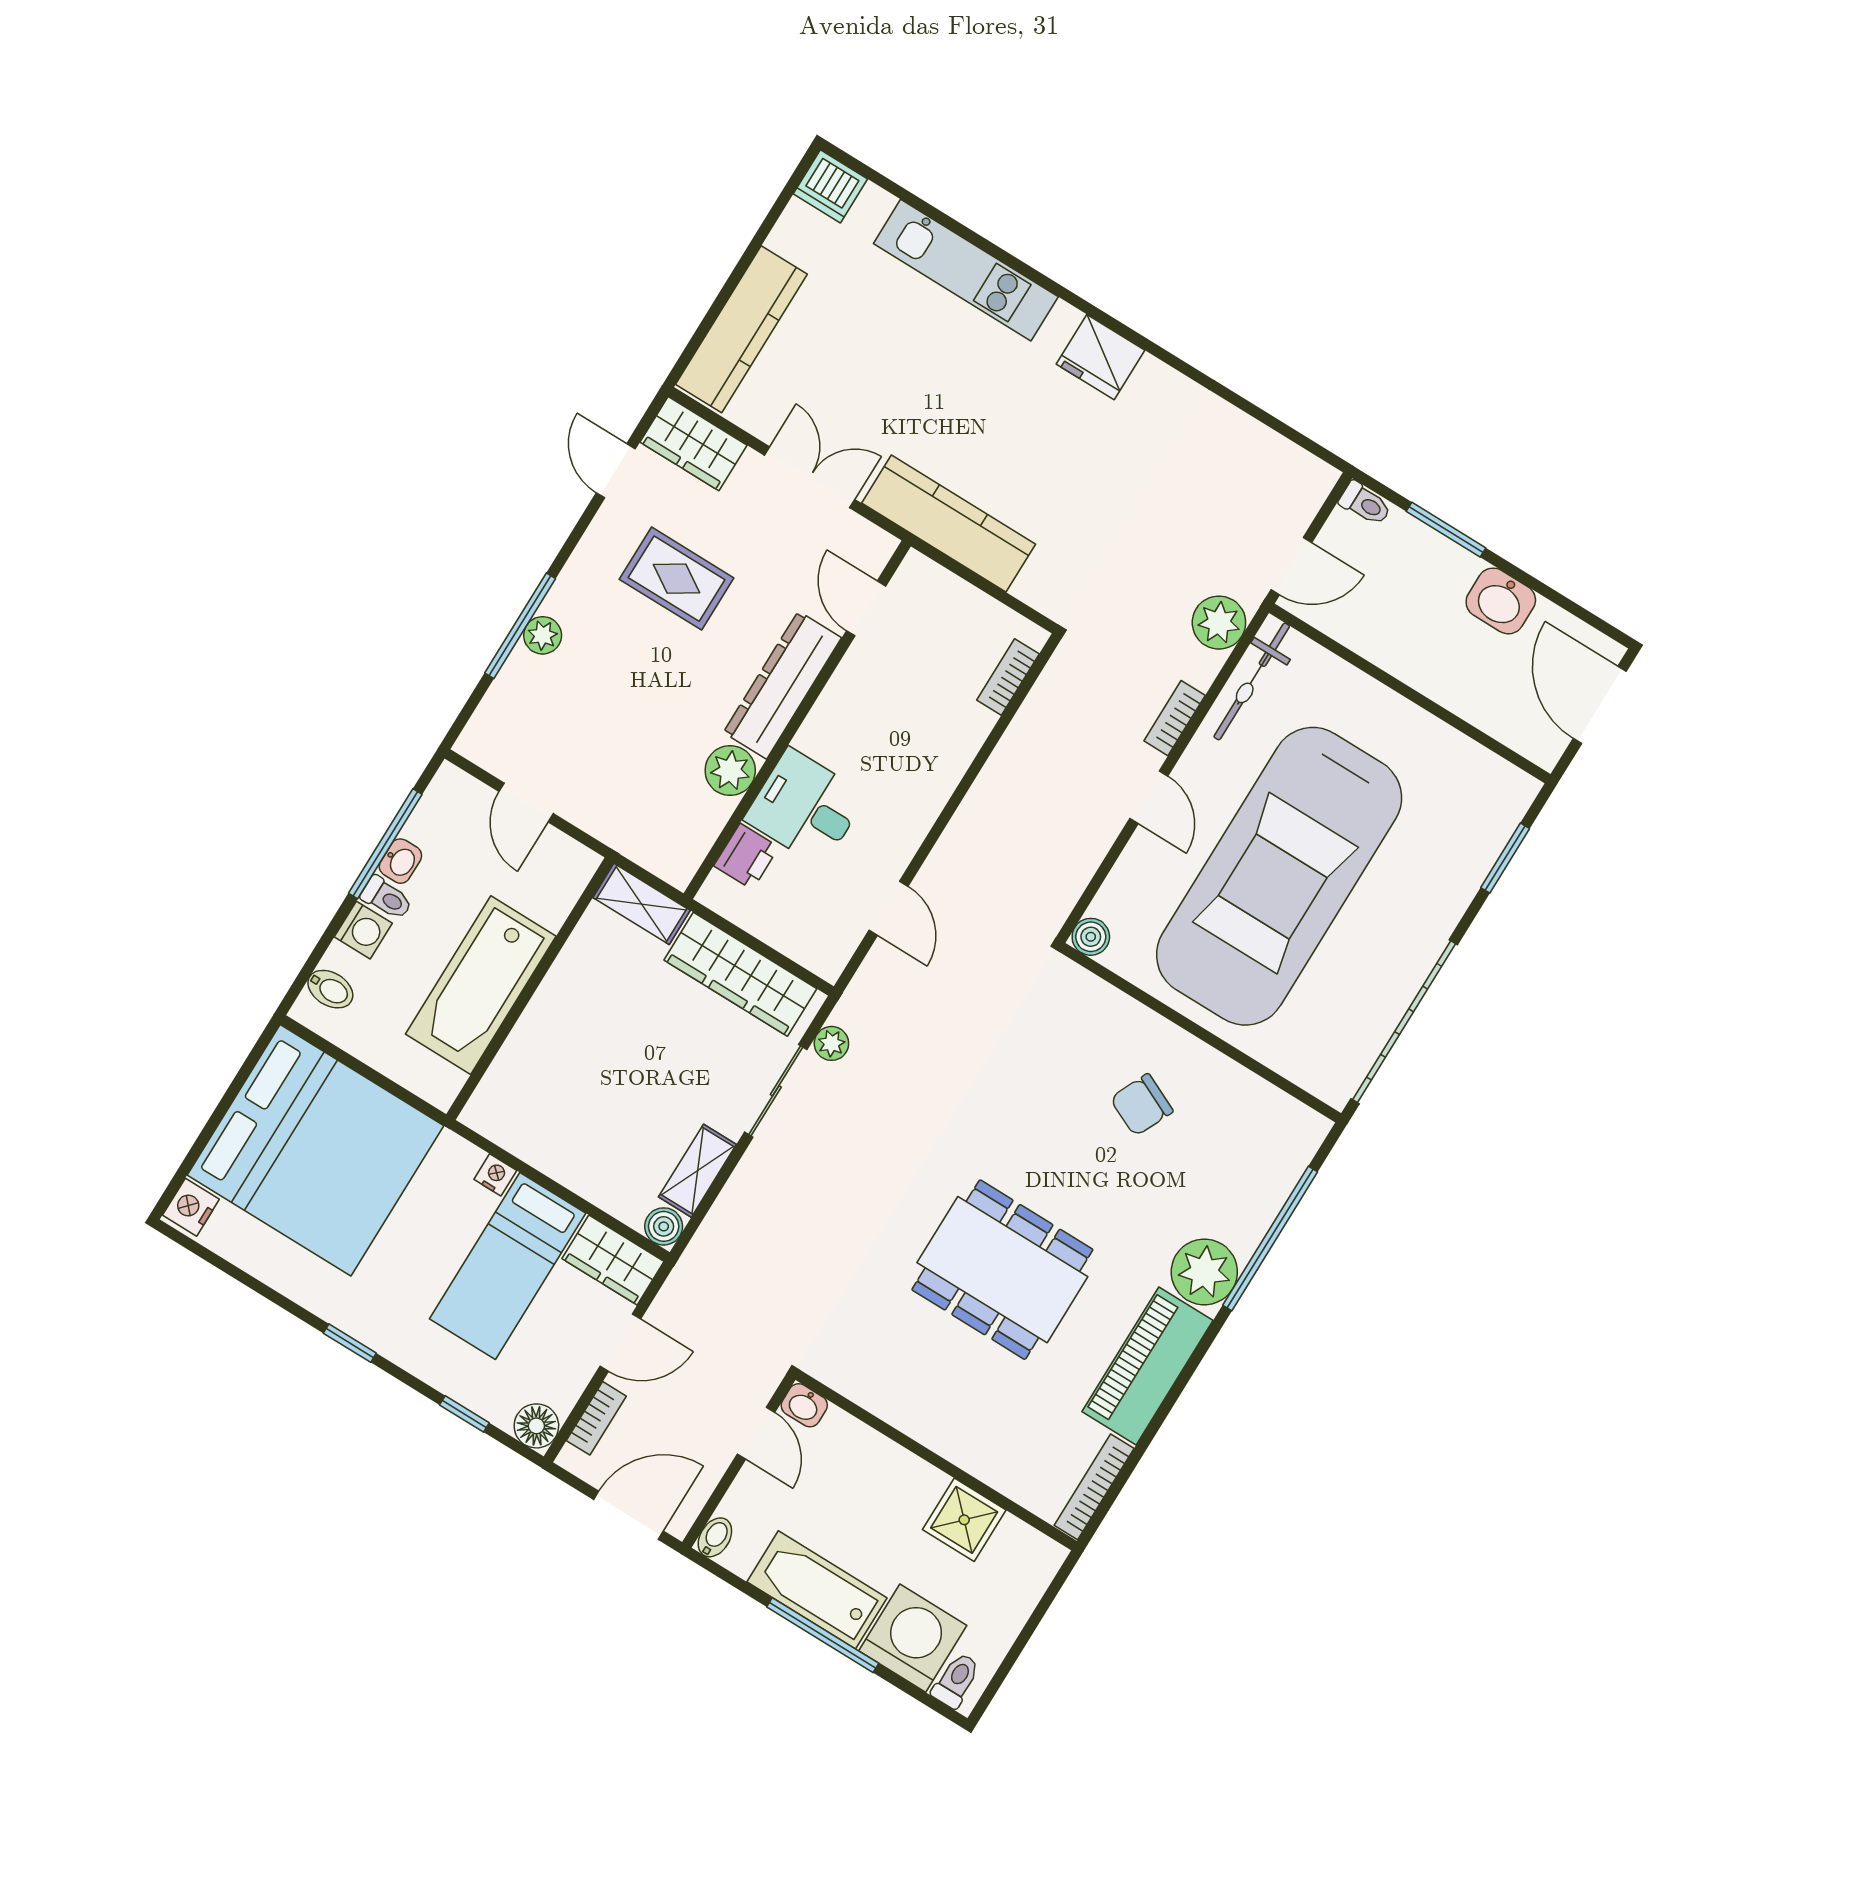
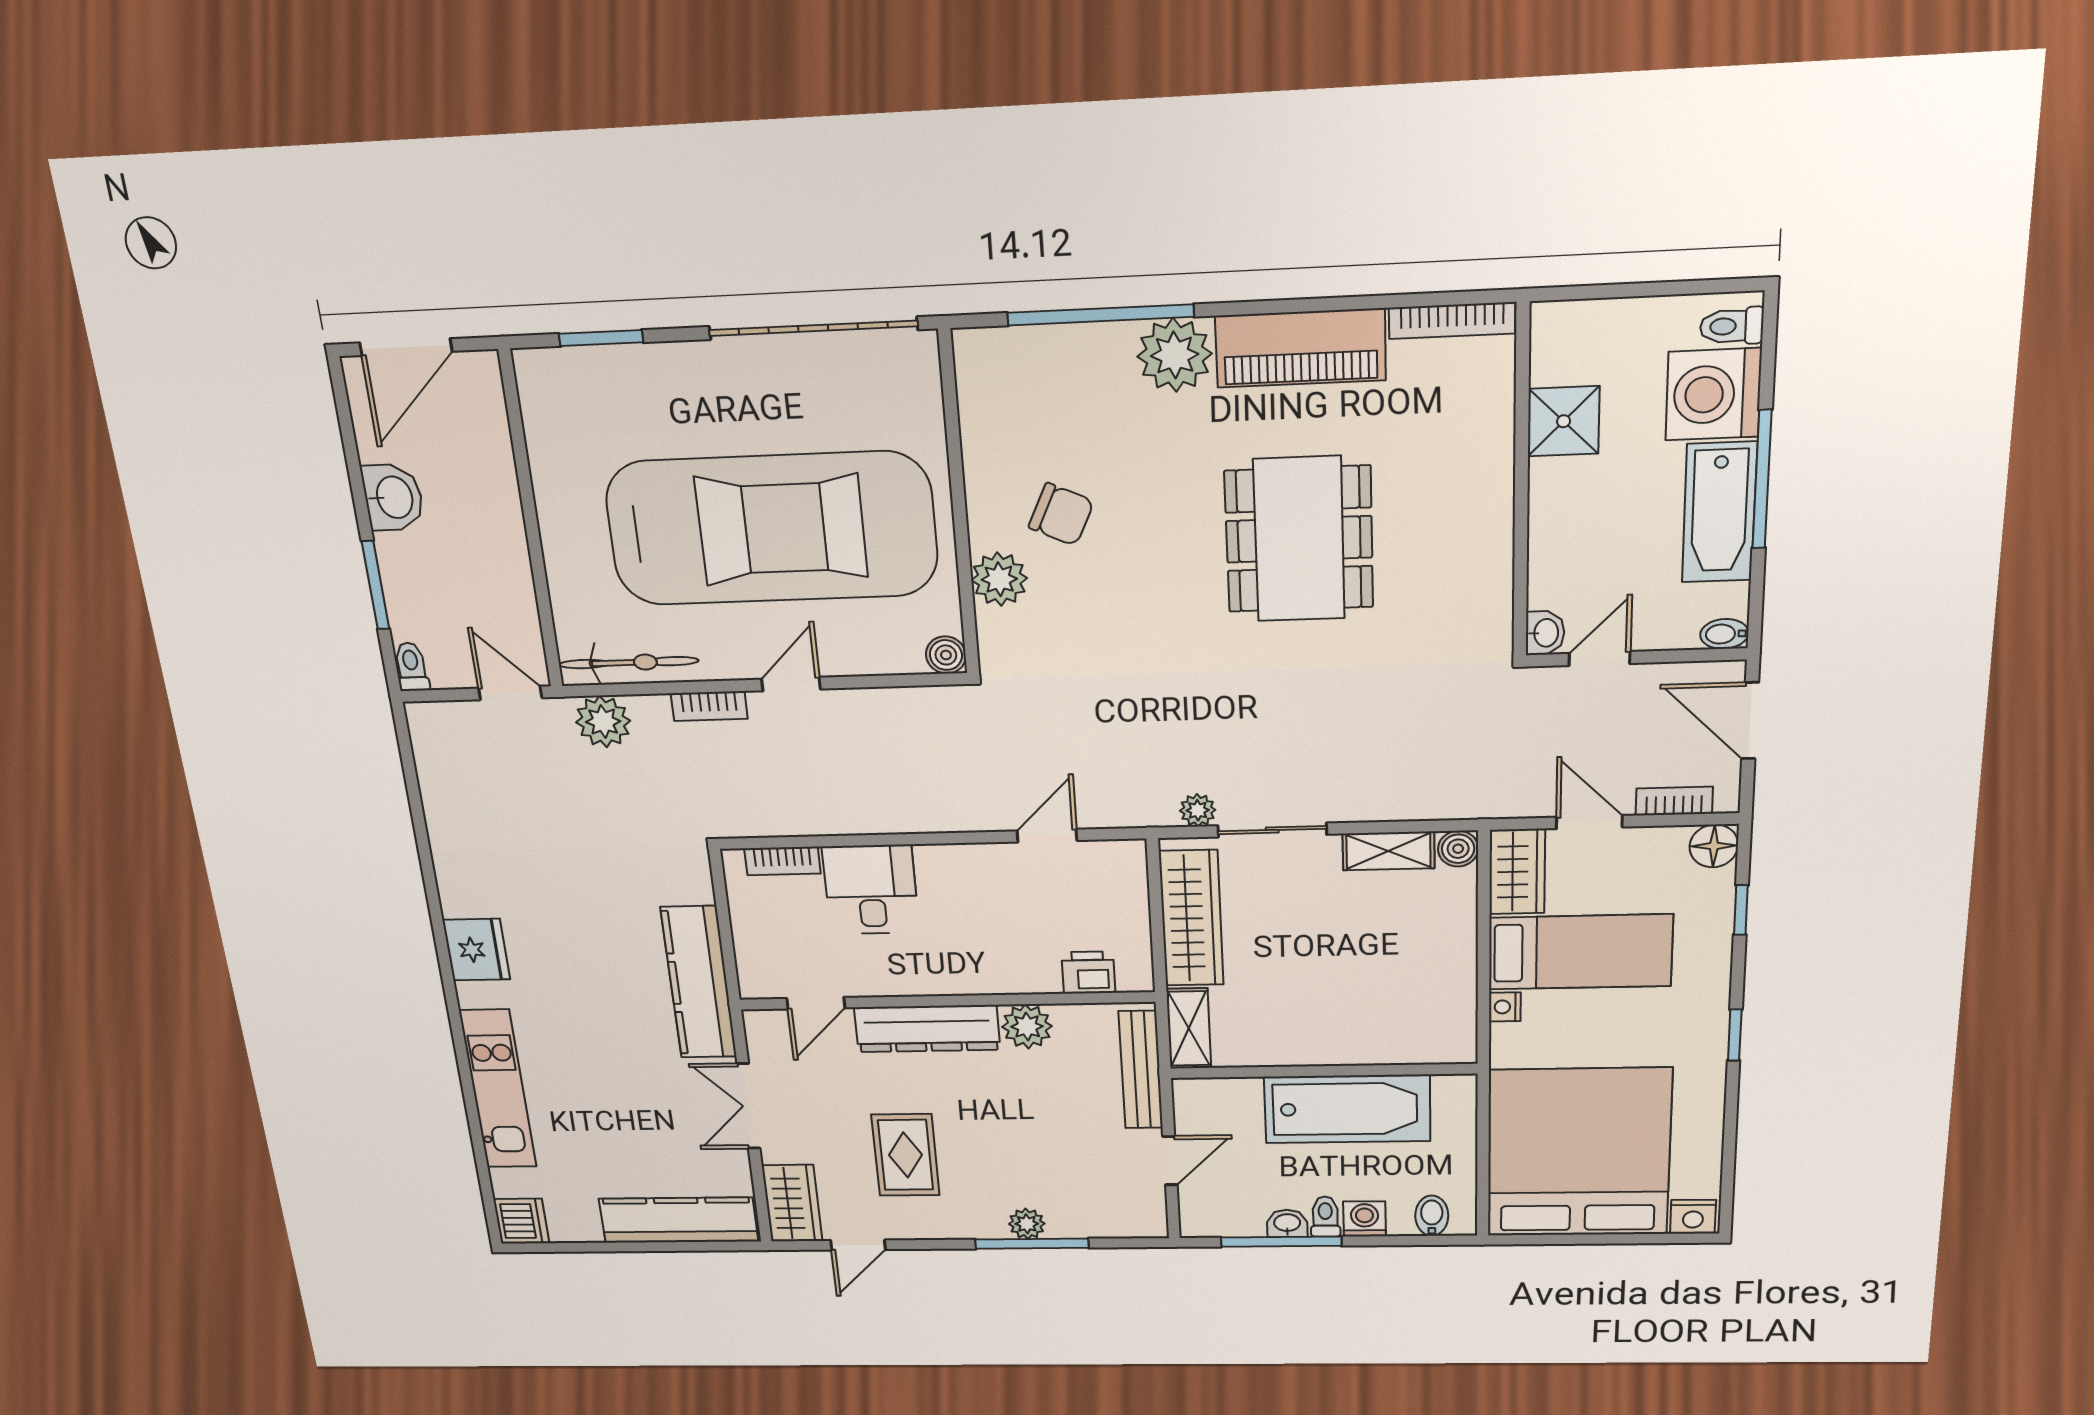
desk: (805, 807) -> (871, 890), moved, turned 180
bench: (629, 838) -> (1141, 1070), added
plant: (1123, 1022) -> (999, 579), added

